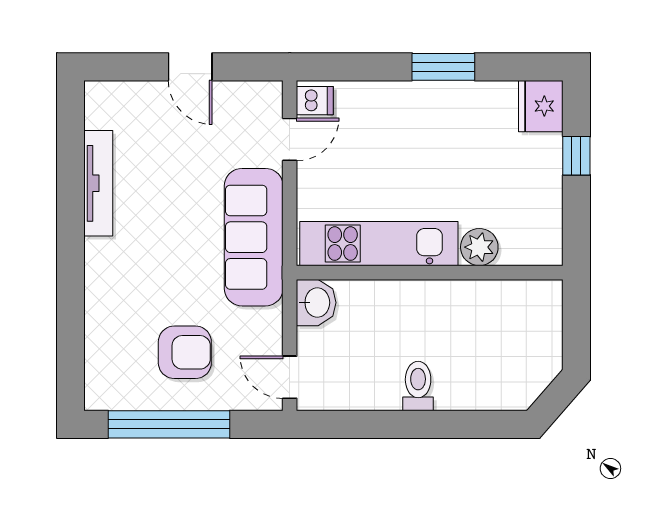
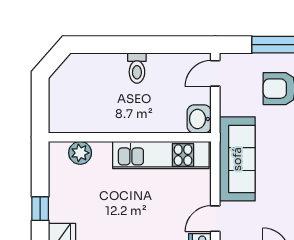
plant: (479, 247) -> (80, 153), moved
door: (290, 377) -> (215, 73), swing flipped

